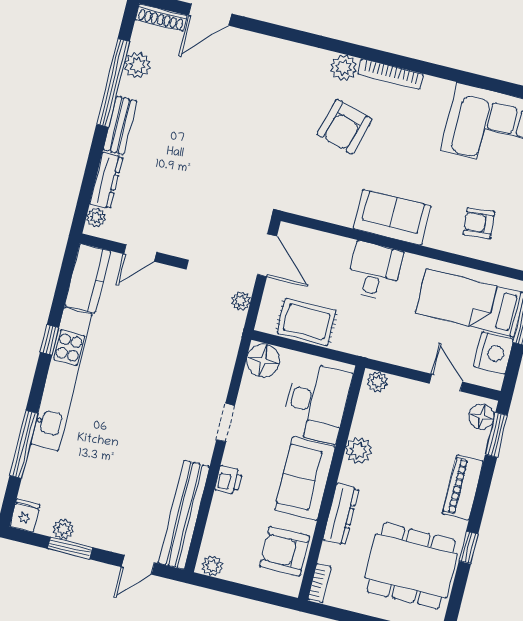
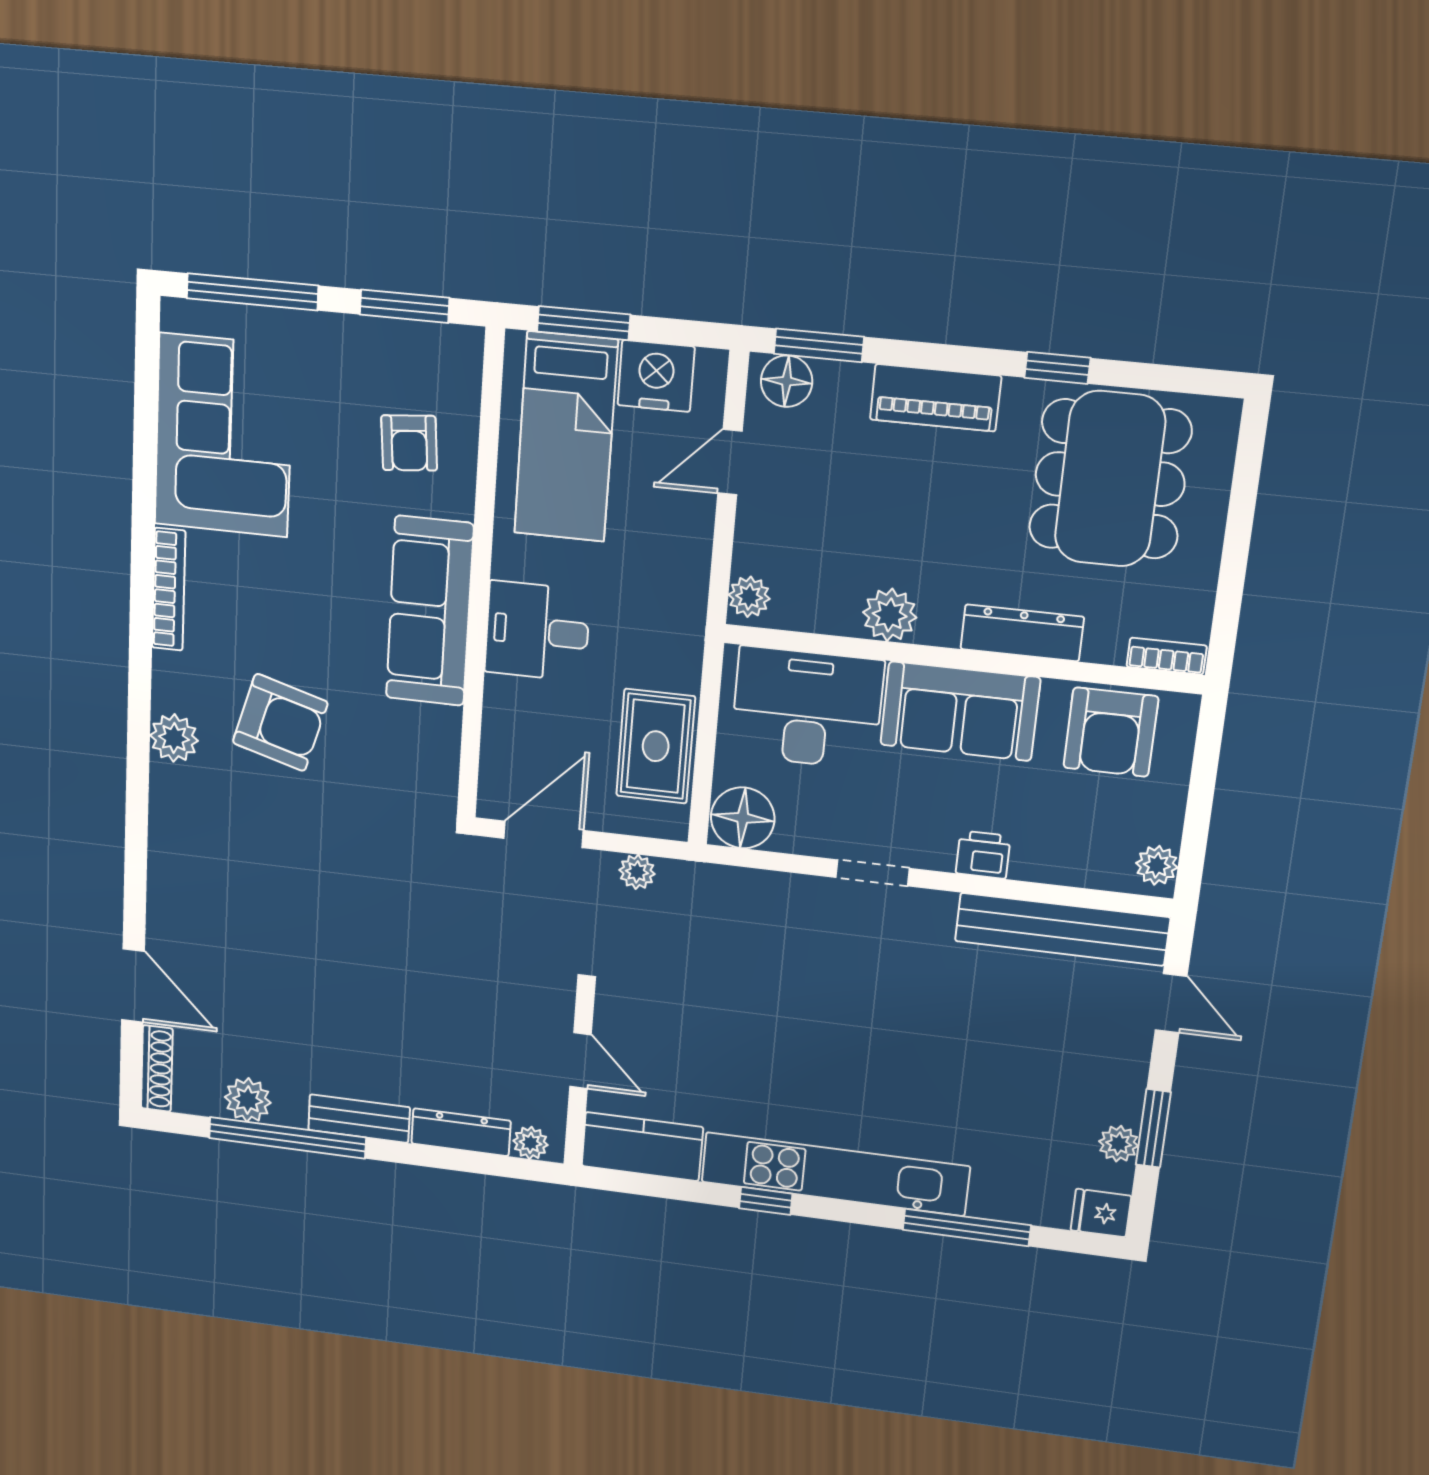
bookcase: (391, 74) -> (169, 589), moved
sofa: (392, 217) -> (430, 611), width x1.36

